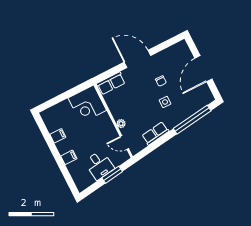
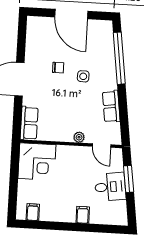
filing cabinet: (58, 136) -> (33, 212), moved
door: (124, 142) -> (102, 146), hinge flipped

